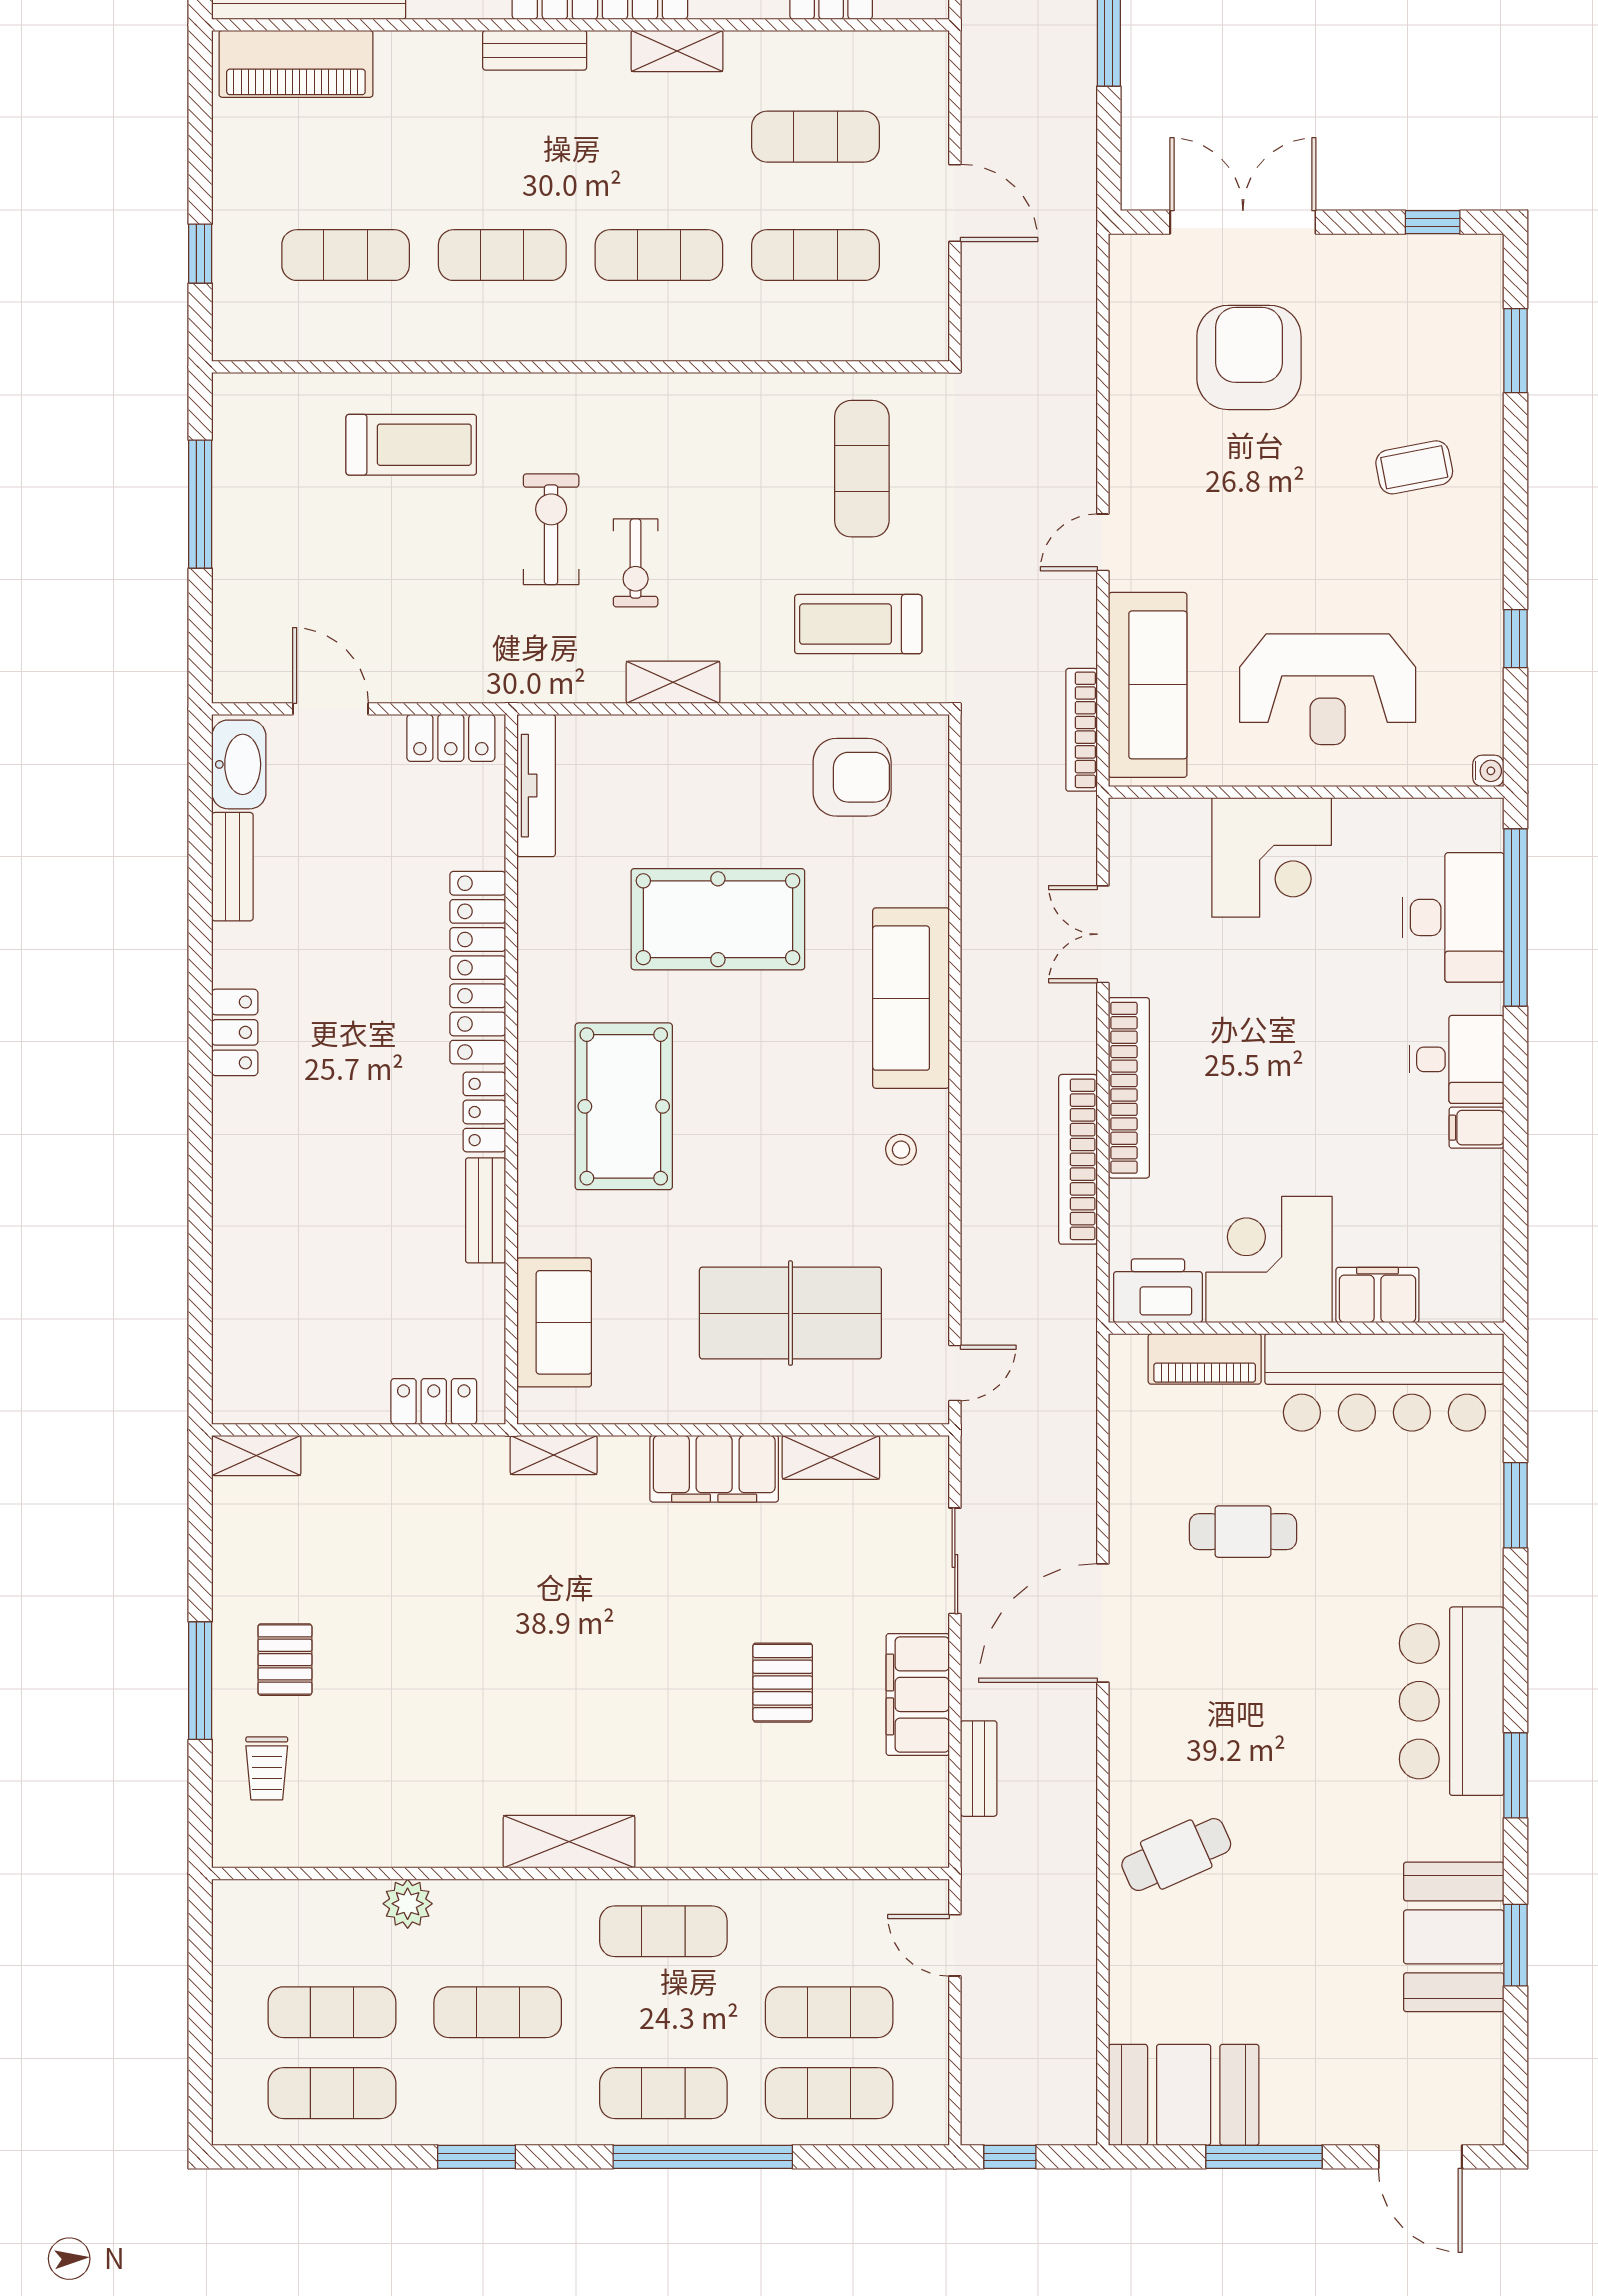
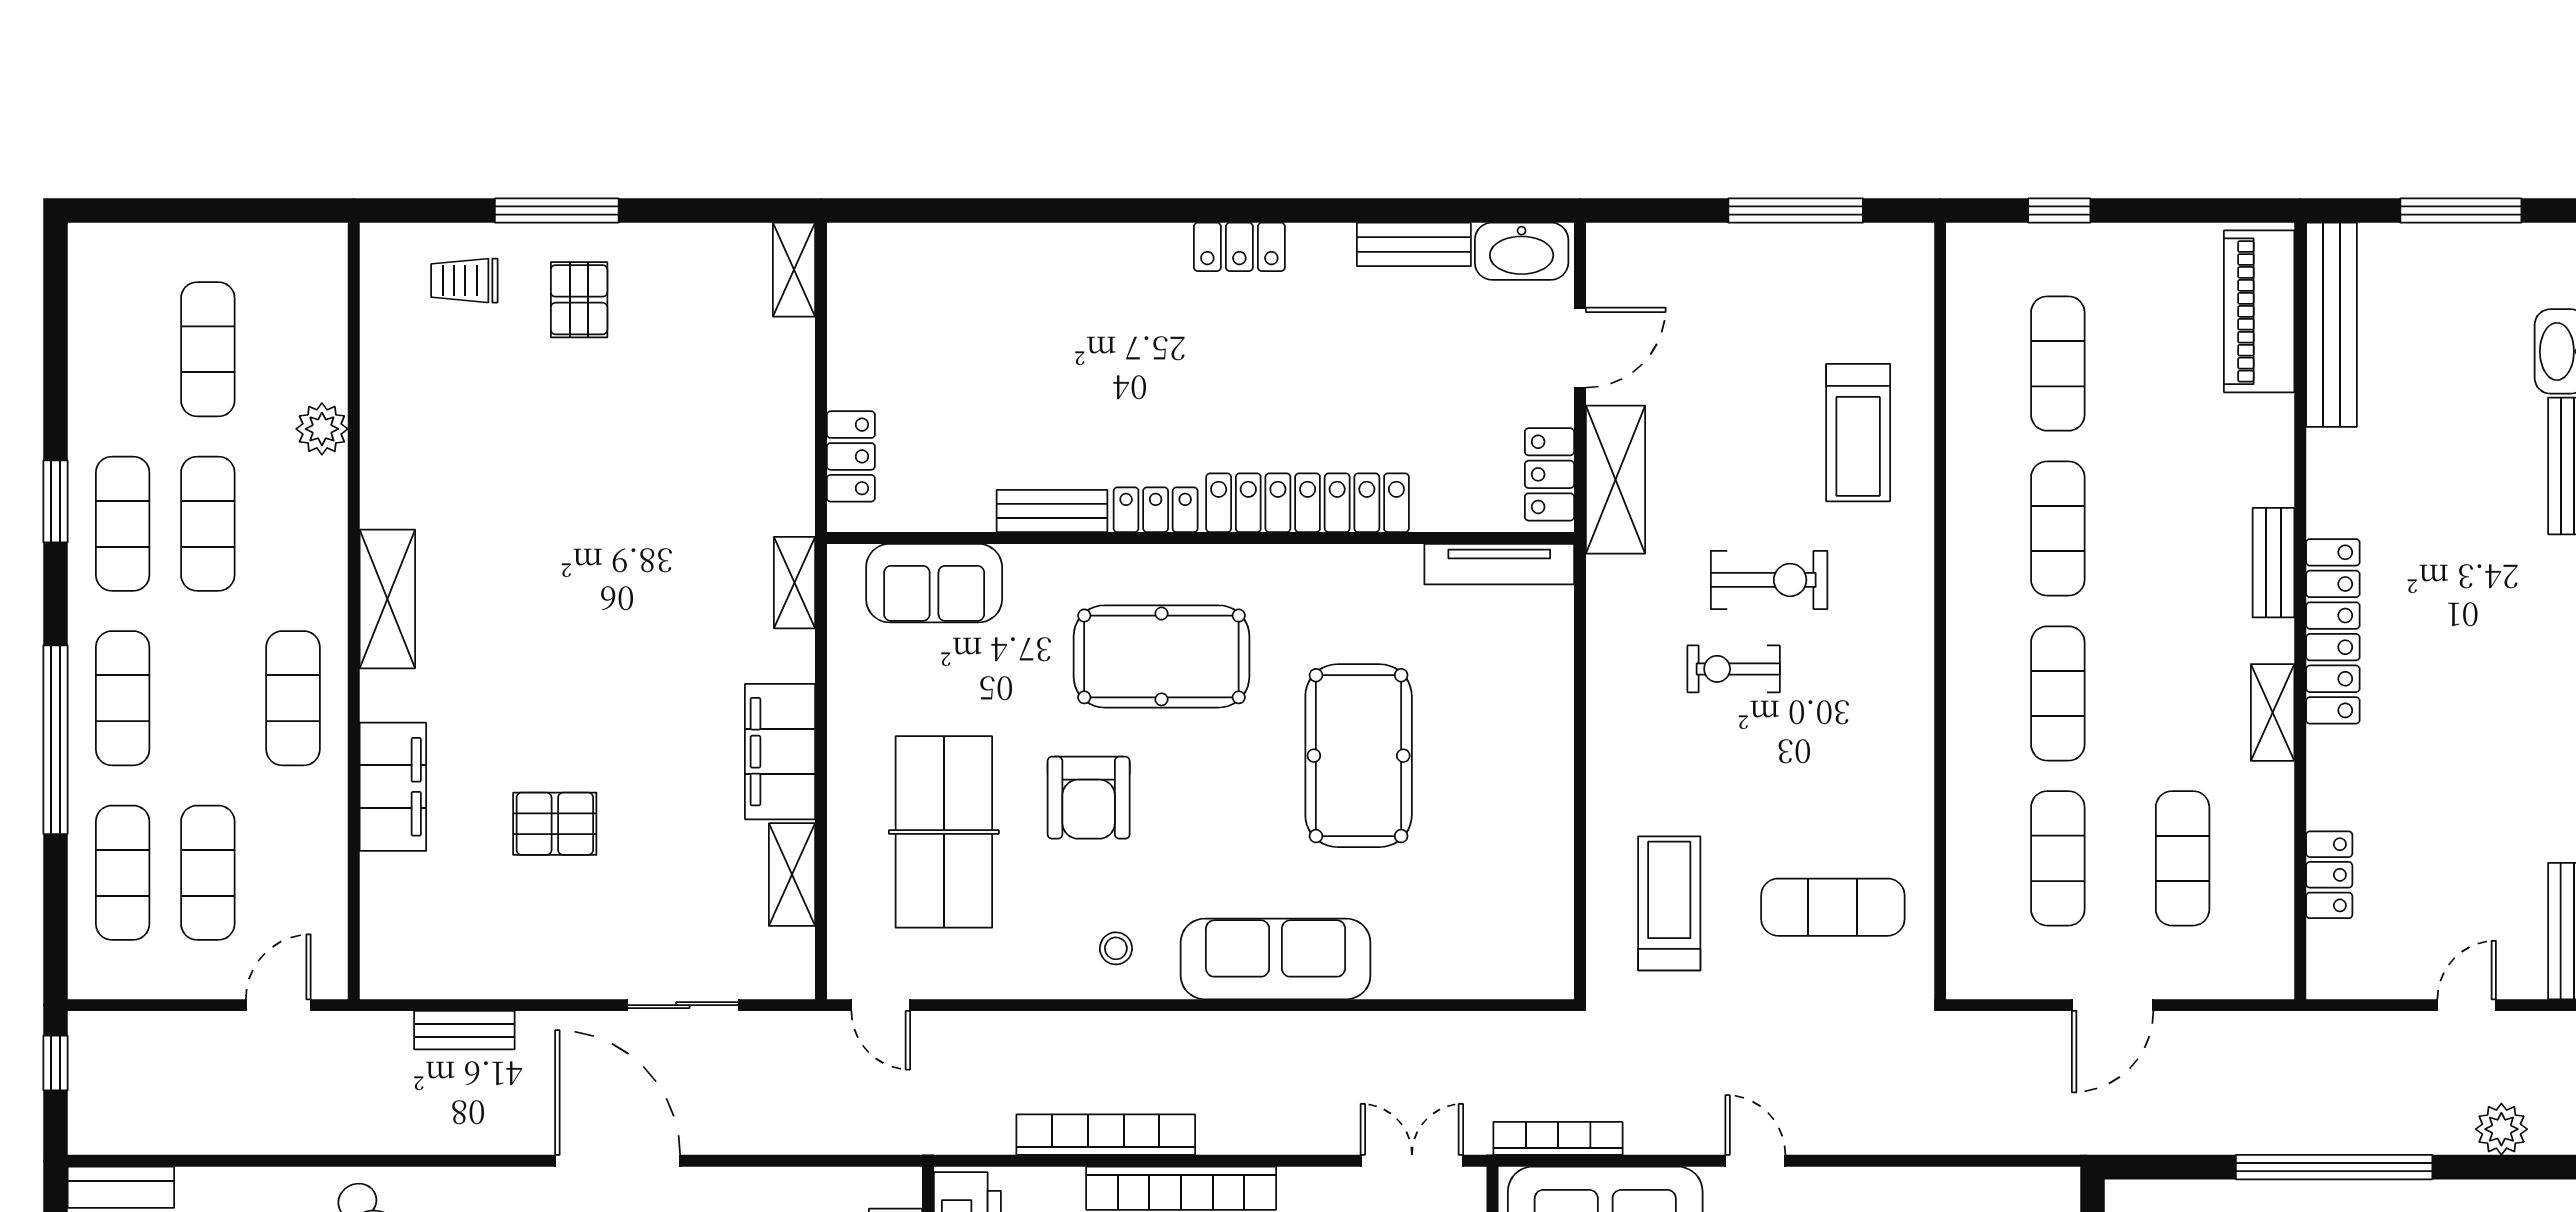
shelving: (673, 682) -> (1615, 480), moved, width x1.50, depth x1.33
armchair: (852, 777) -> (1089, 798), moved
double door: (1103, 934) -> (1412, 1161), moved
pallet: (285, 1660) -> (579, 300), turned 90
filing cabinet: (918, 1694) -> (393, 787), moved, turned 90
exercise mat: (332, 2093) -> (123, 524), moved

